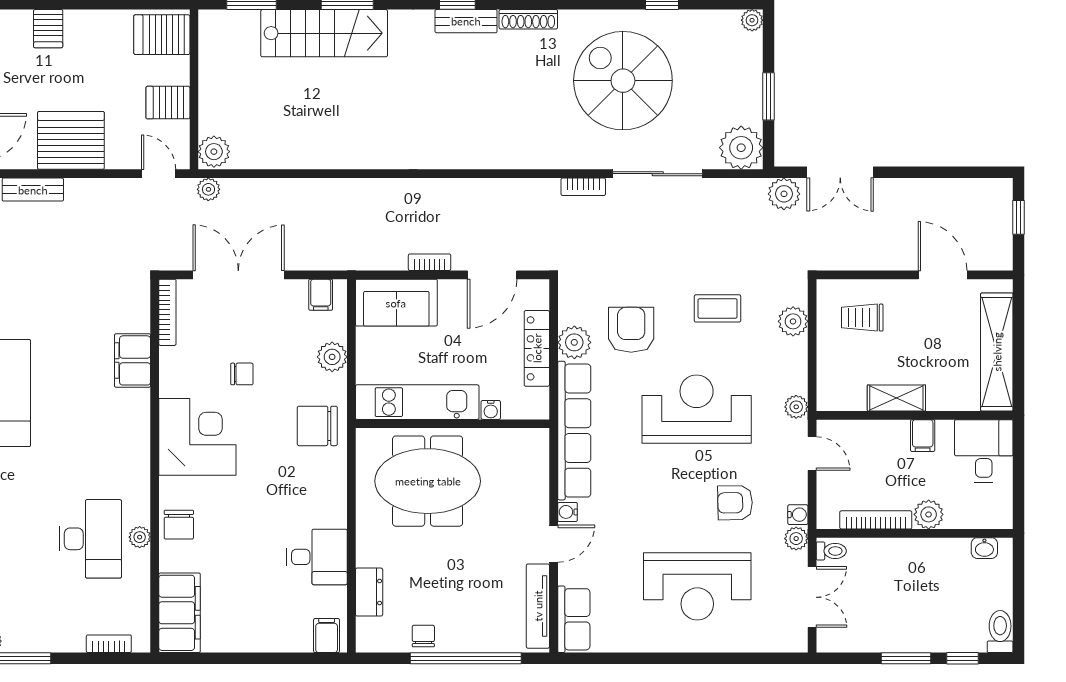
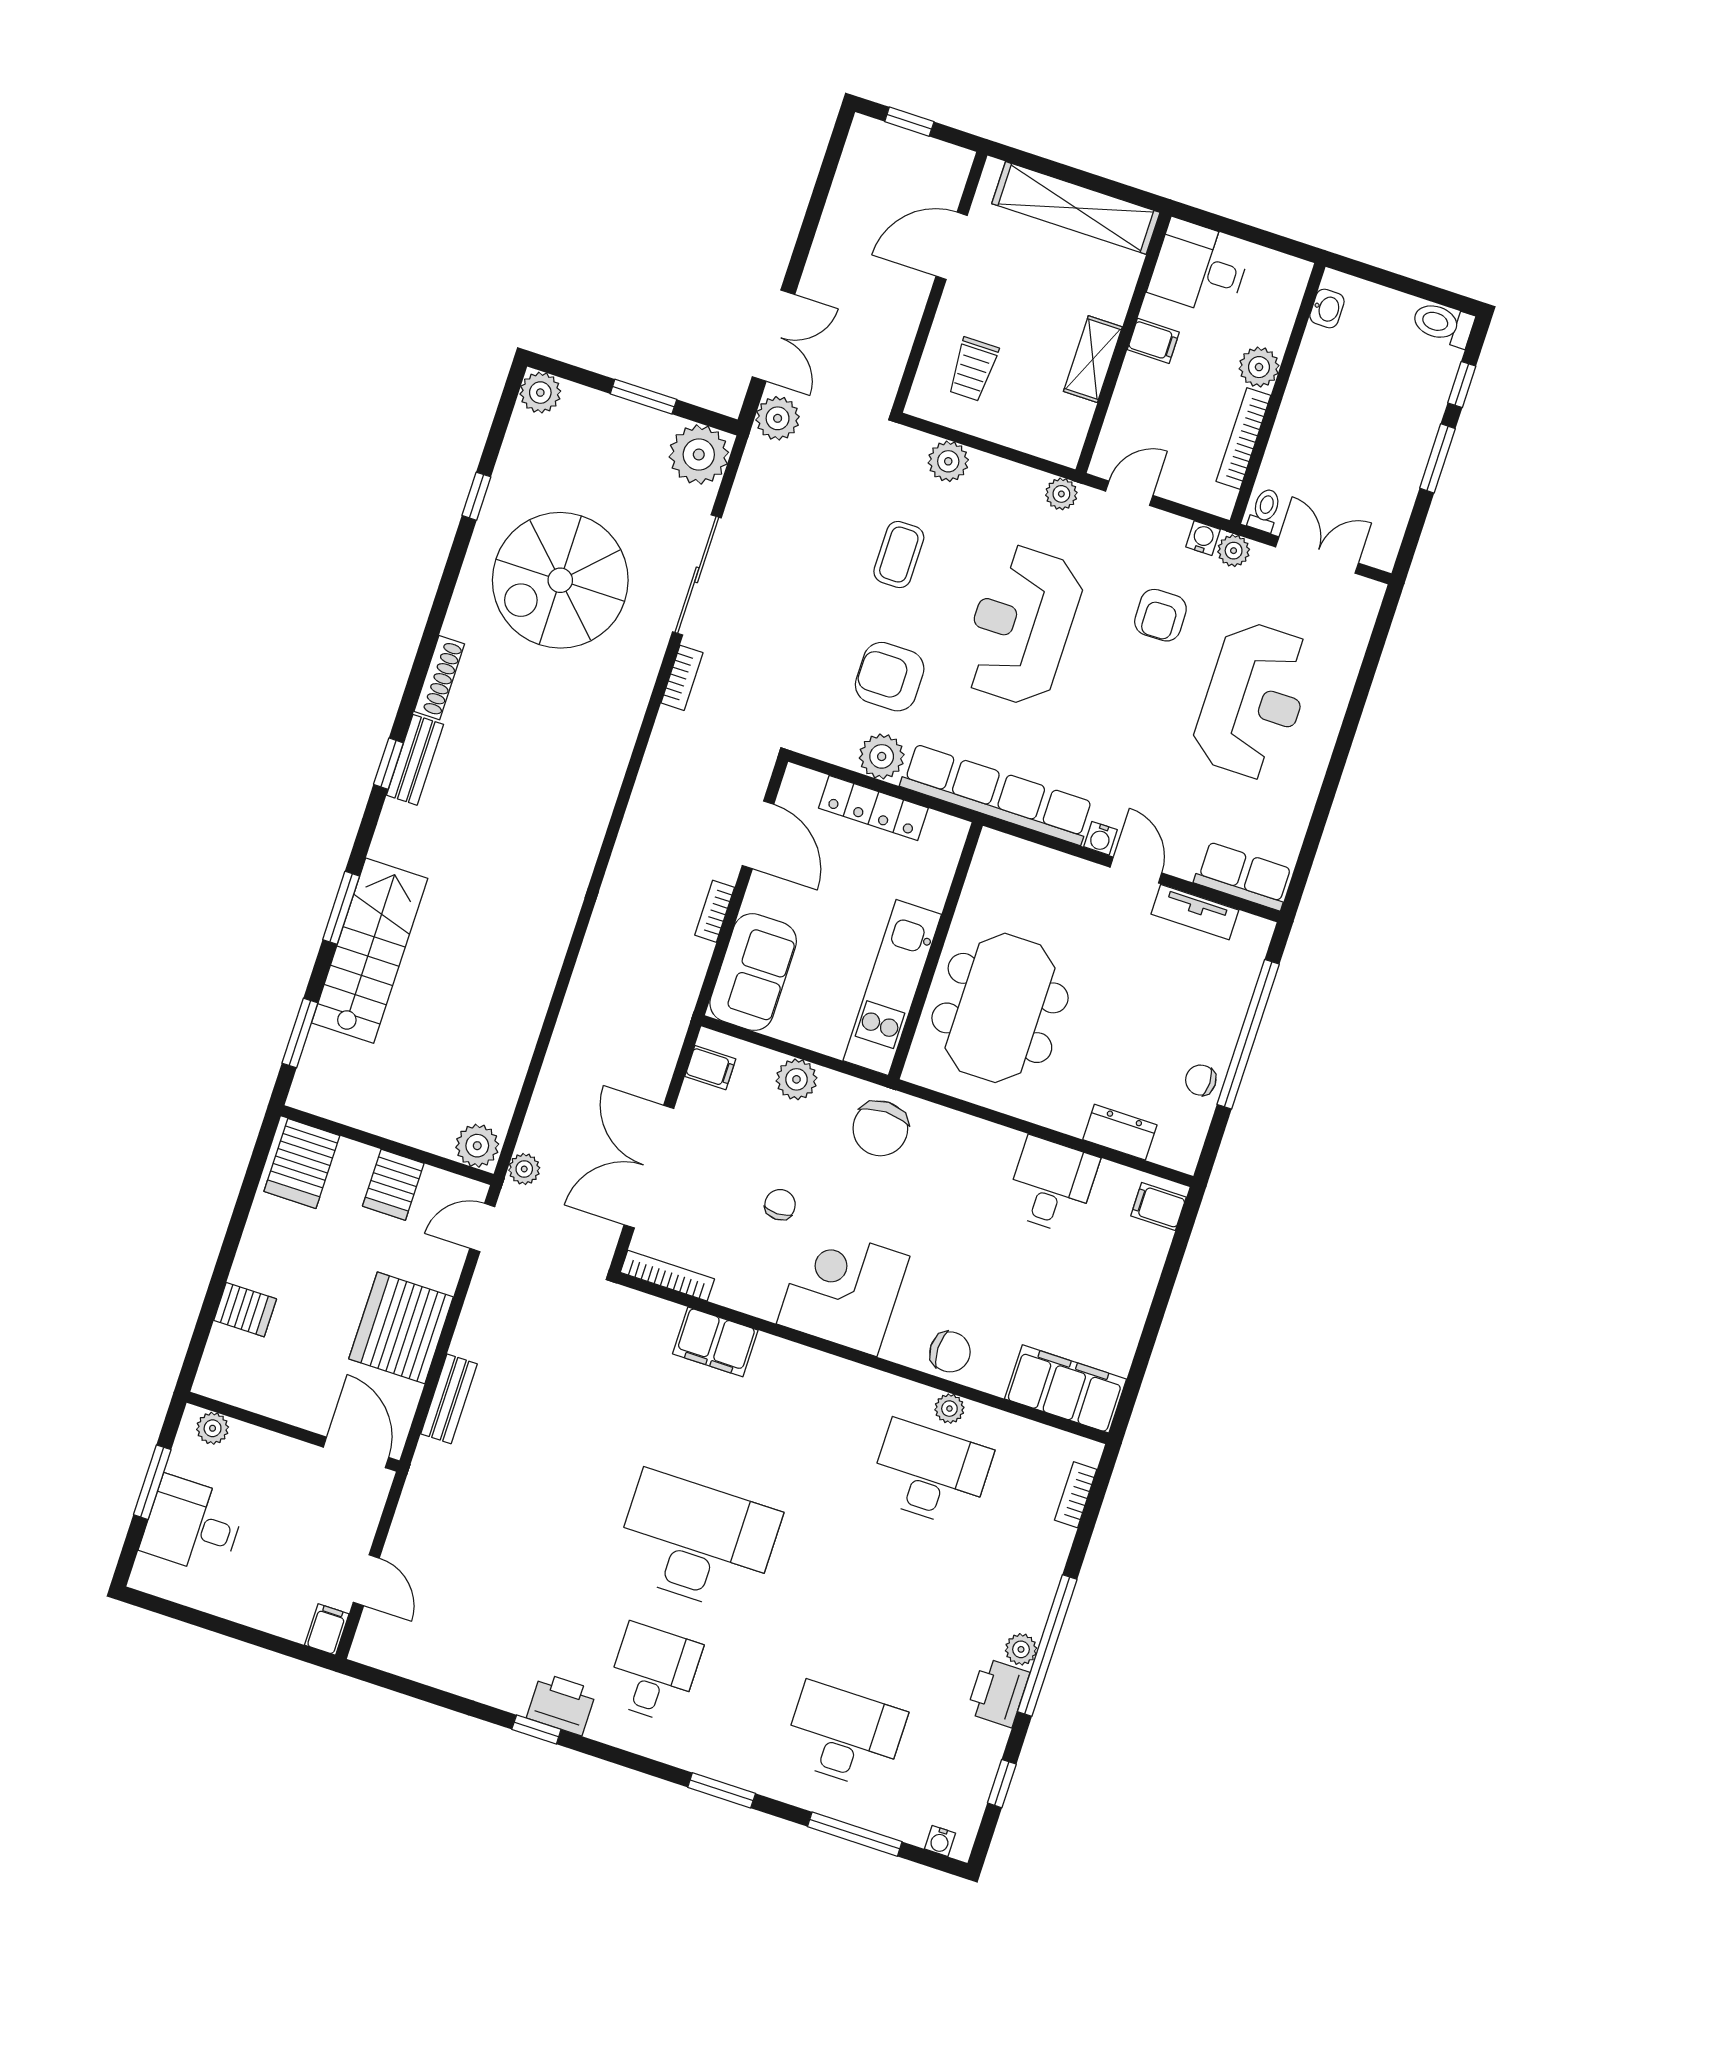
plant: (752, 20) -> (540, 393), width x1.38, depth x1.38
water cooler: (491, 410) -> (934, 895), removed
tv unit: (538, 606) -> (1195, 912), width x0.71

